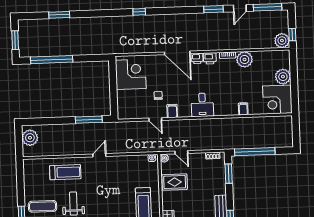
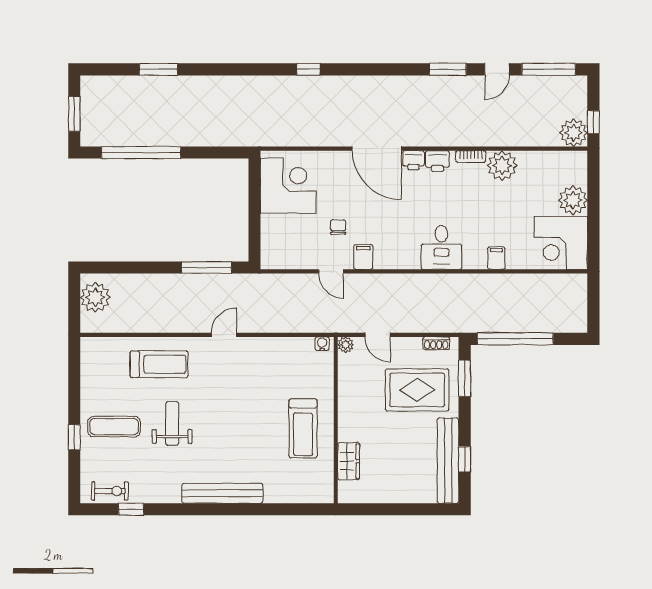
desk: (202, 105) -> (441, 247), moved
rug: (175, 182) -> (417, 390), moved, width x1.36, depth x1.43

